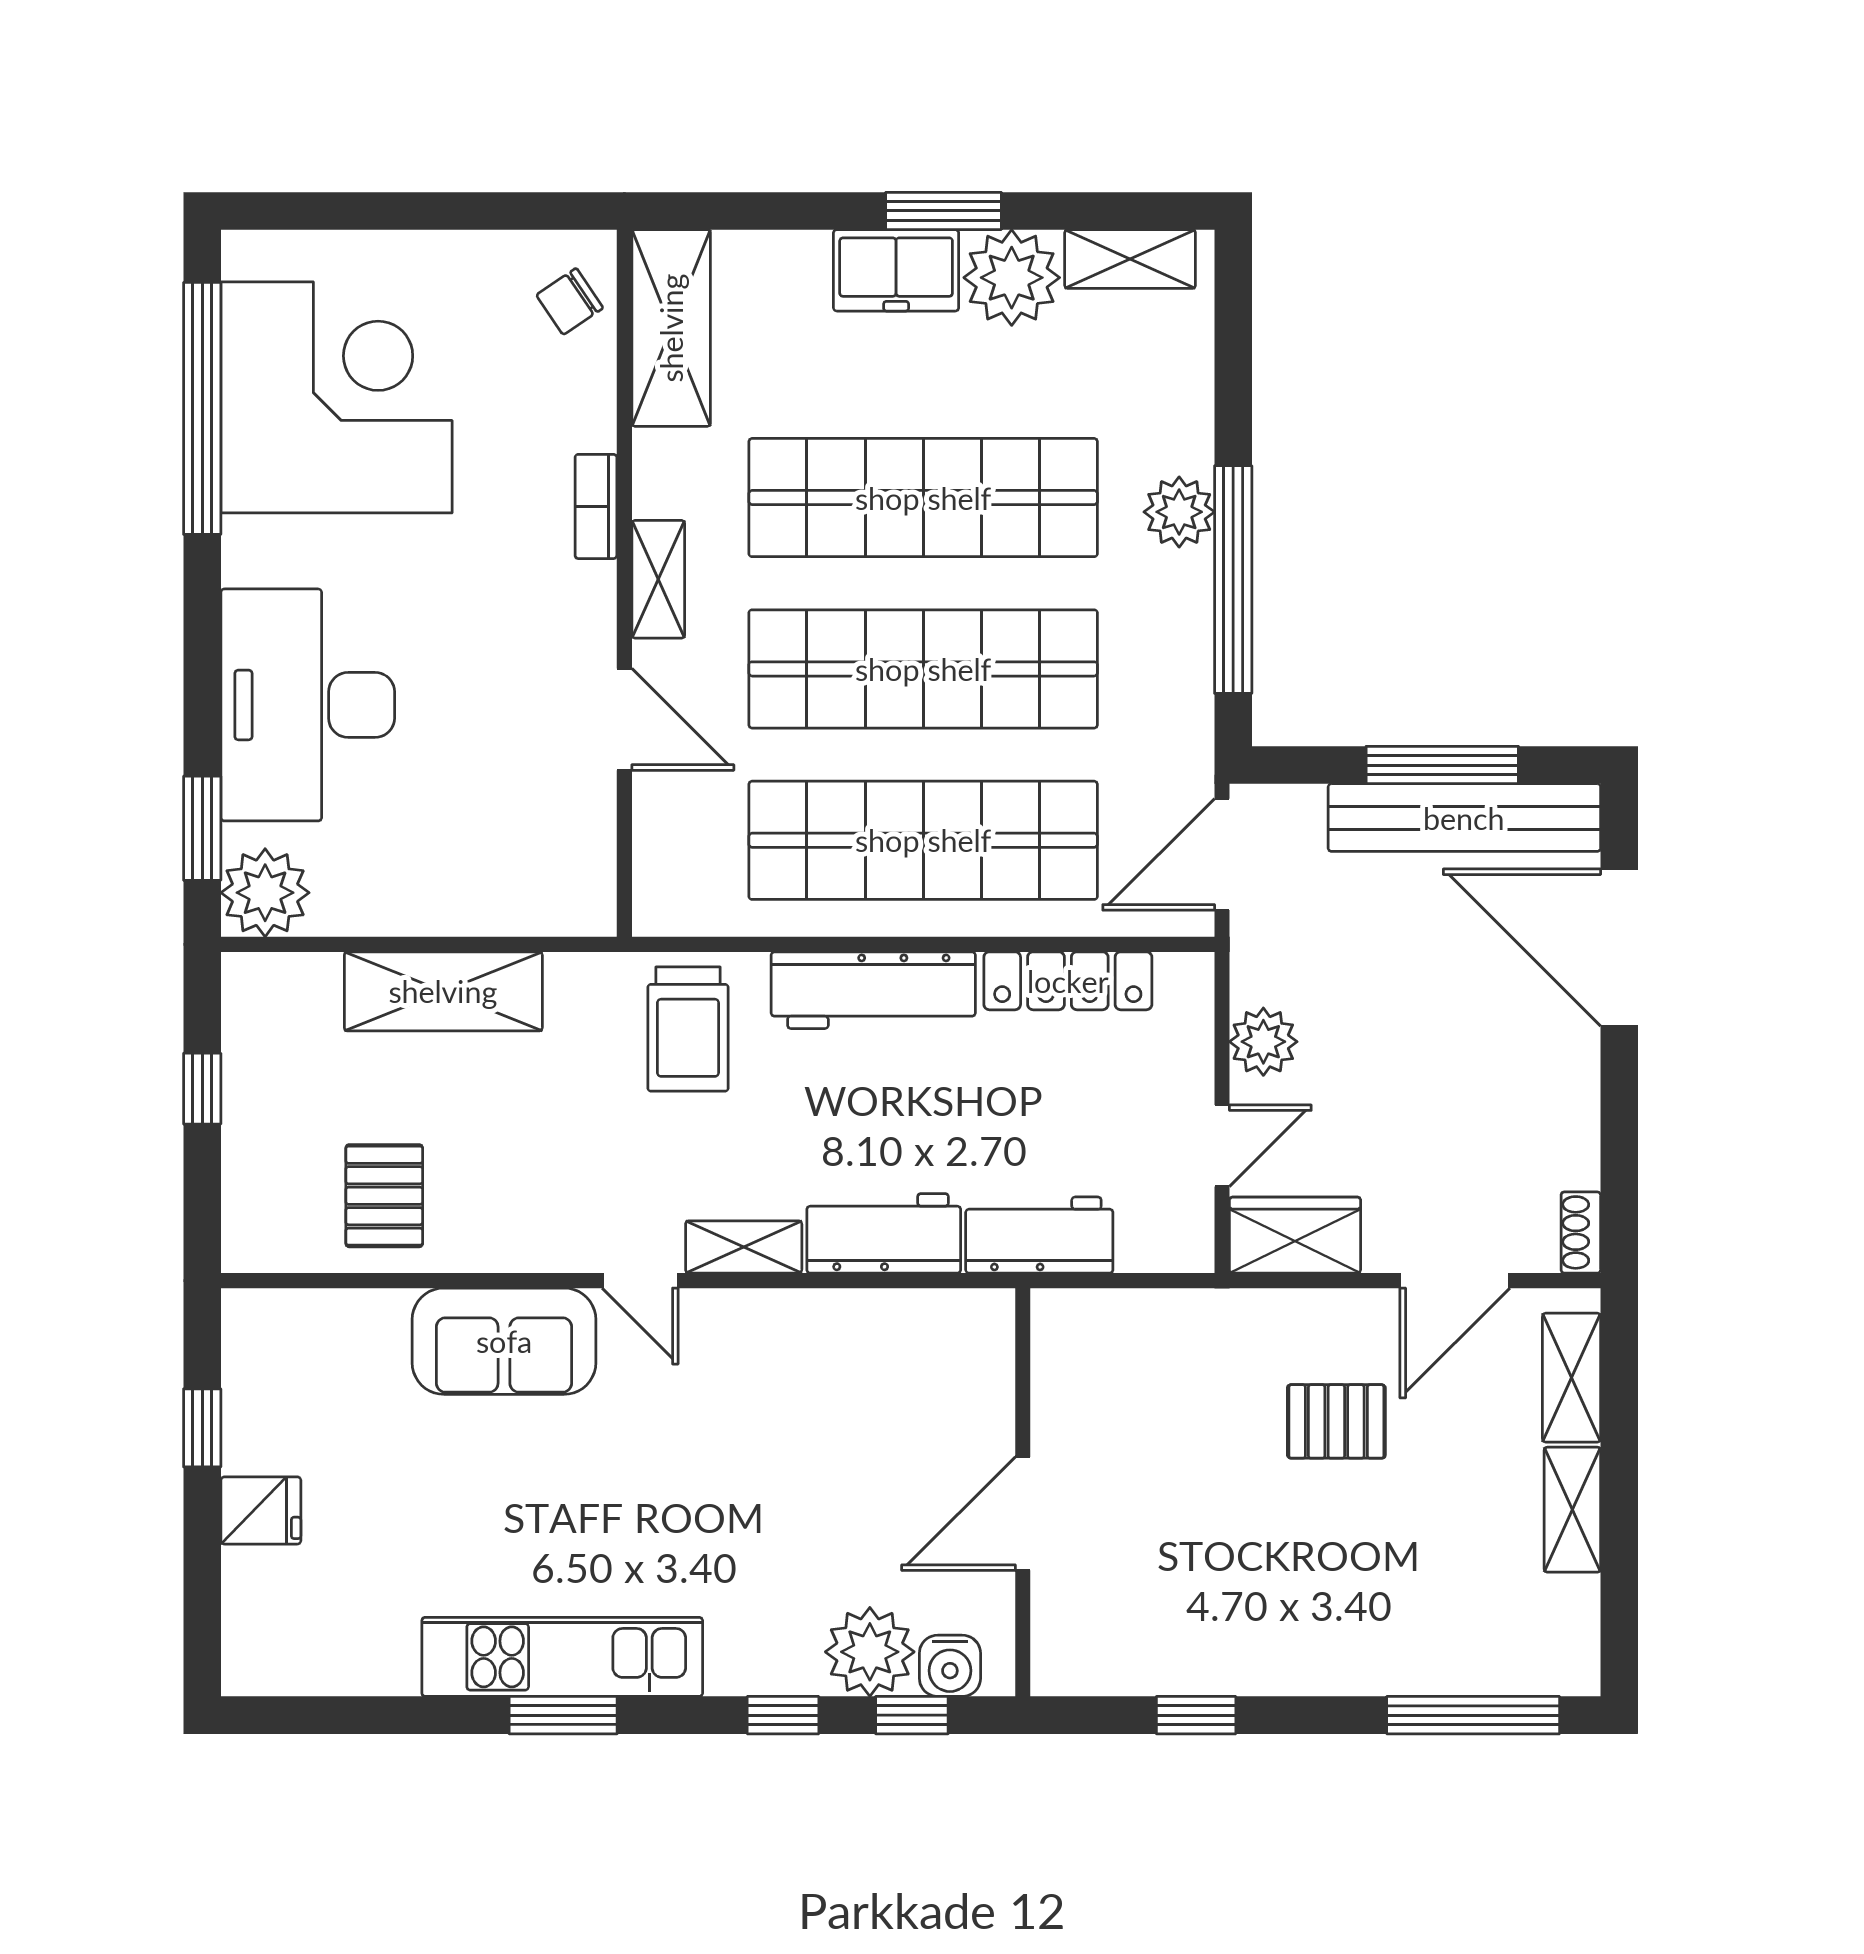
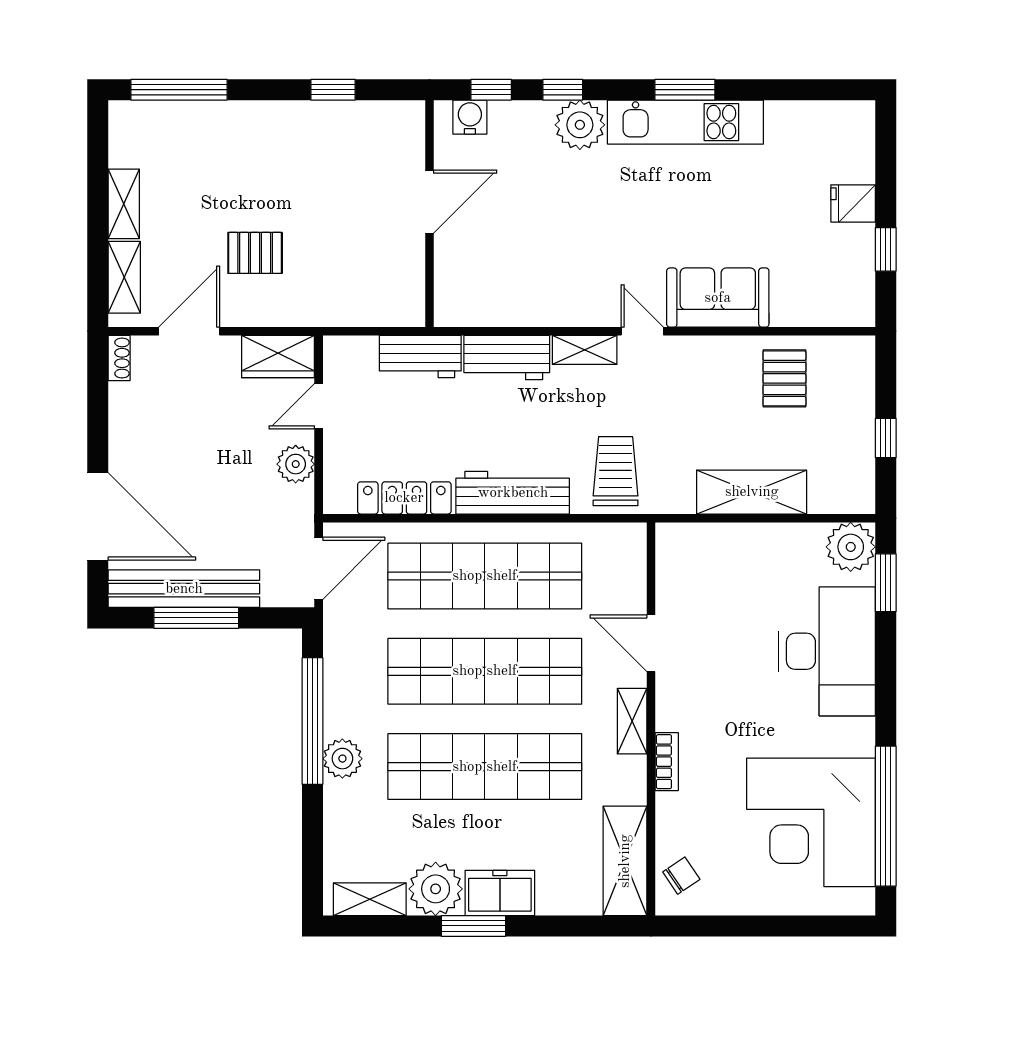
plant: (870, 1652) -> (580, 125), moved

